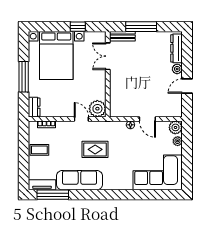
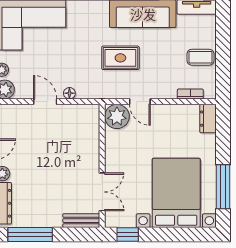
window: (78, 27) -> (128, 234), moved
window: (141, 27) -> (30, 234), moved
window: (24, 77) -> (223, 187), moved

